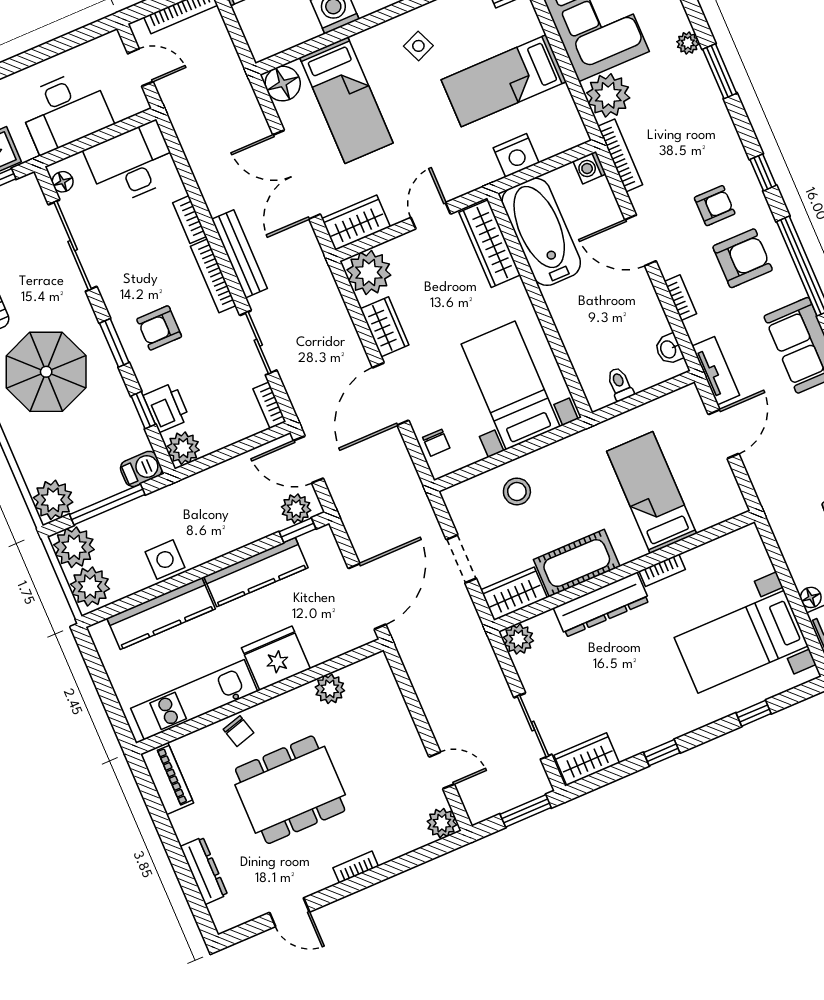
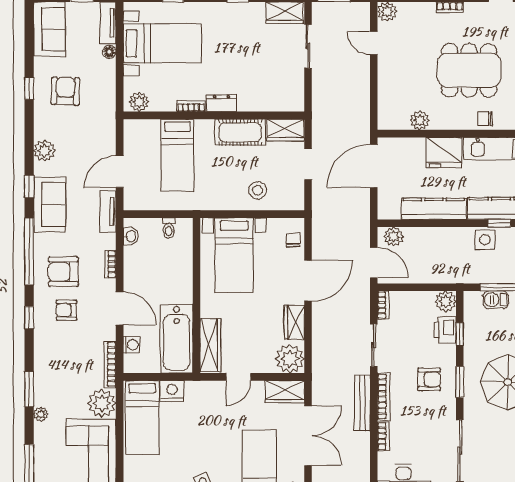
bed: (504, 81) -> (142, 418), moved, turned 90
washing machine: (589, 168) -> (131, 345), moved
barbecue: (141, 469) -> (496, 300), moved
window: (298, 530) -> (499, 223), moved
dresser: (601, 605) -> (222, 103), width x0.51, depth x0.80
plant: (518, 639) -> (139, 102), moved
chair: (238, 731) -> (485, 119), turned -74

